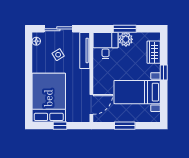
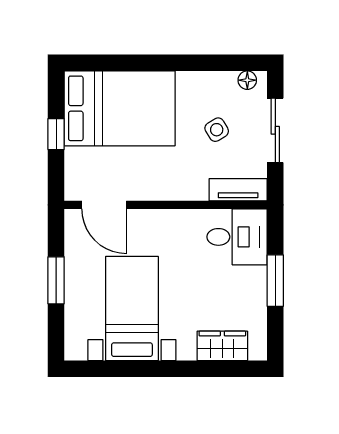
plant: (126, 39) -> (251, 283), removed
tv unit: (85, 50) -> (238, 190), width x0.71
window: (164, 73) -> (176, 369), removed

